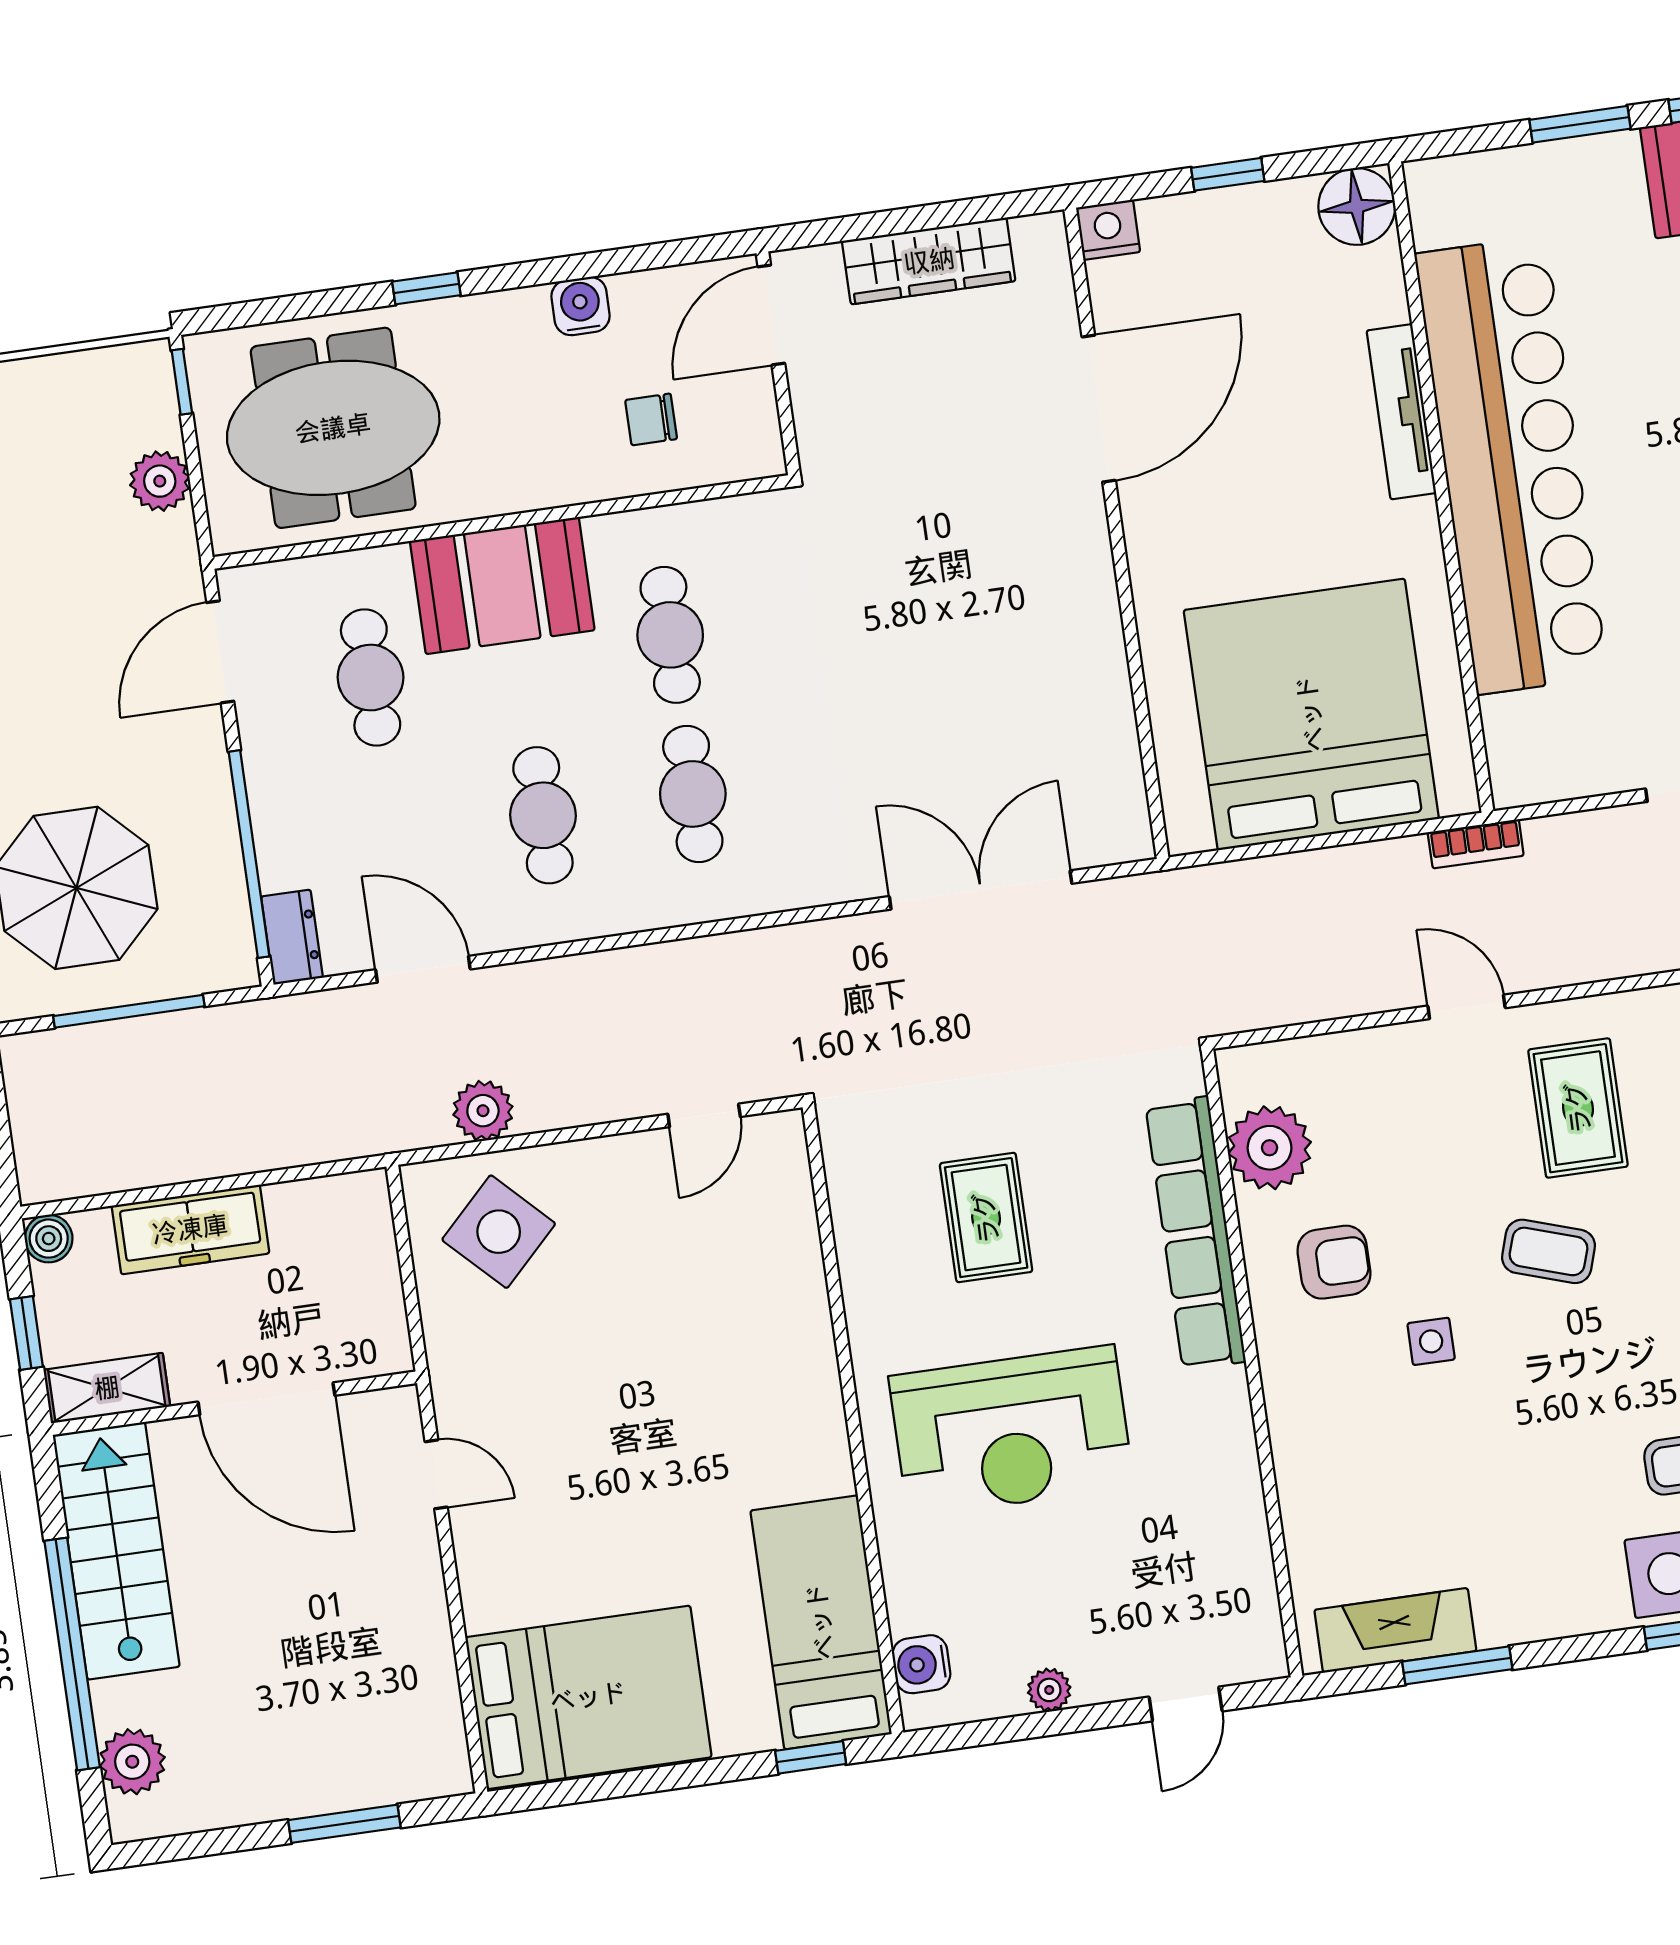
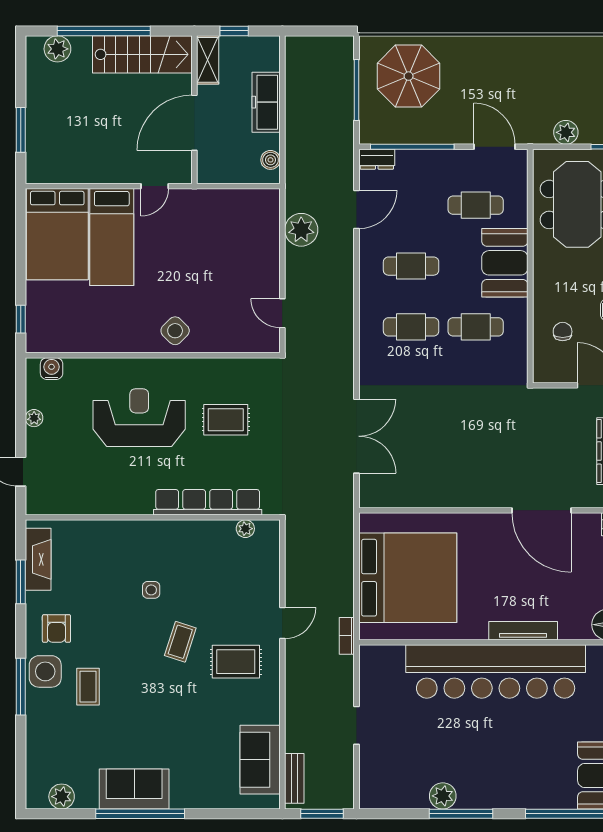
plant: (483, 1111) -> (301, 230), width x1.36, depth x1.36
plant: (1270, 1148) -> (245, 529), width x0.53, depth x0.53
side table: (499, 1232) -> (175, 331), moved, width x0.73, depth x0.73
boiler: (49, 1239) -> (270, 160), moved
armchair: (1334, 1262) -> (56, 628), moved
reception desk: (1011, 1431) -> (139, 418), turned 90
bed: (821, 1622) -> (112, 237), moved, turned 90

